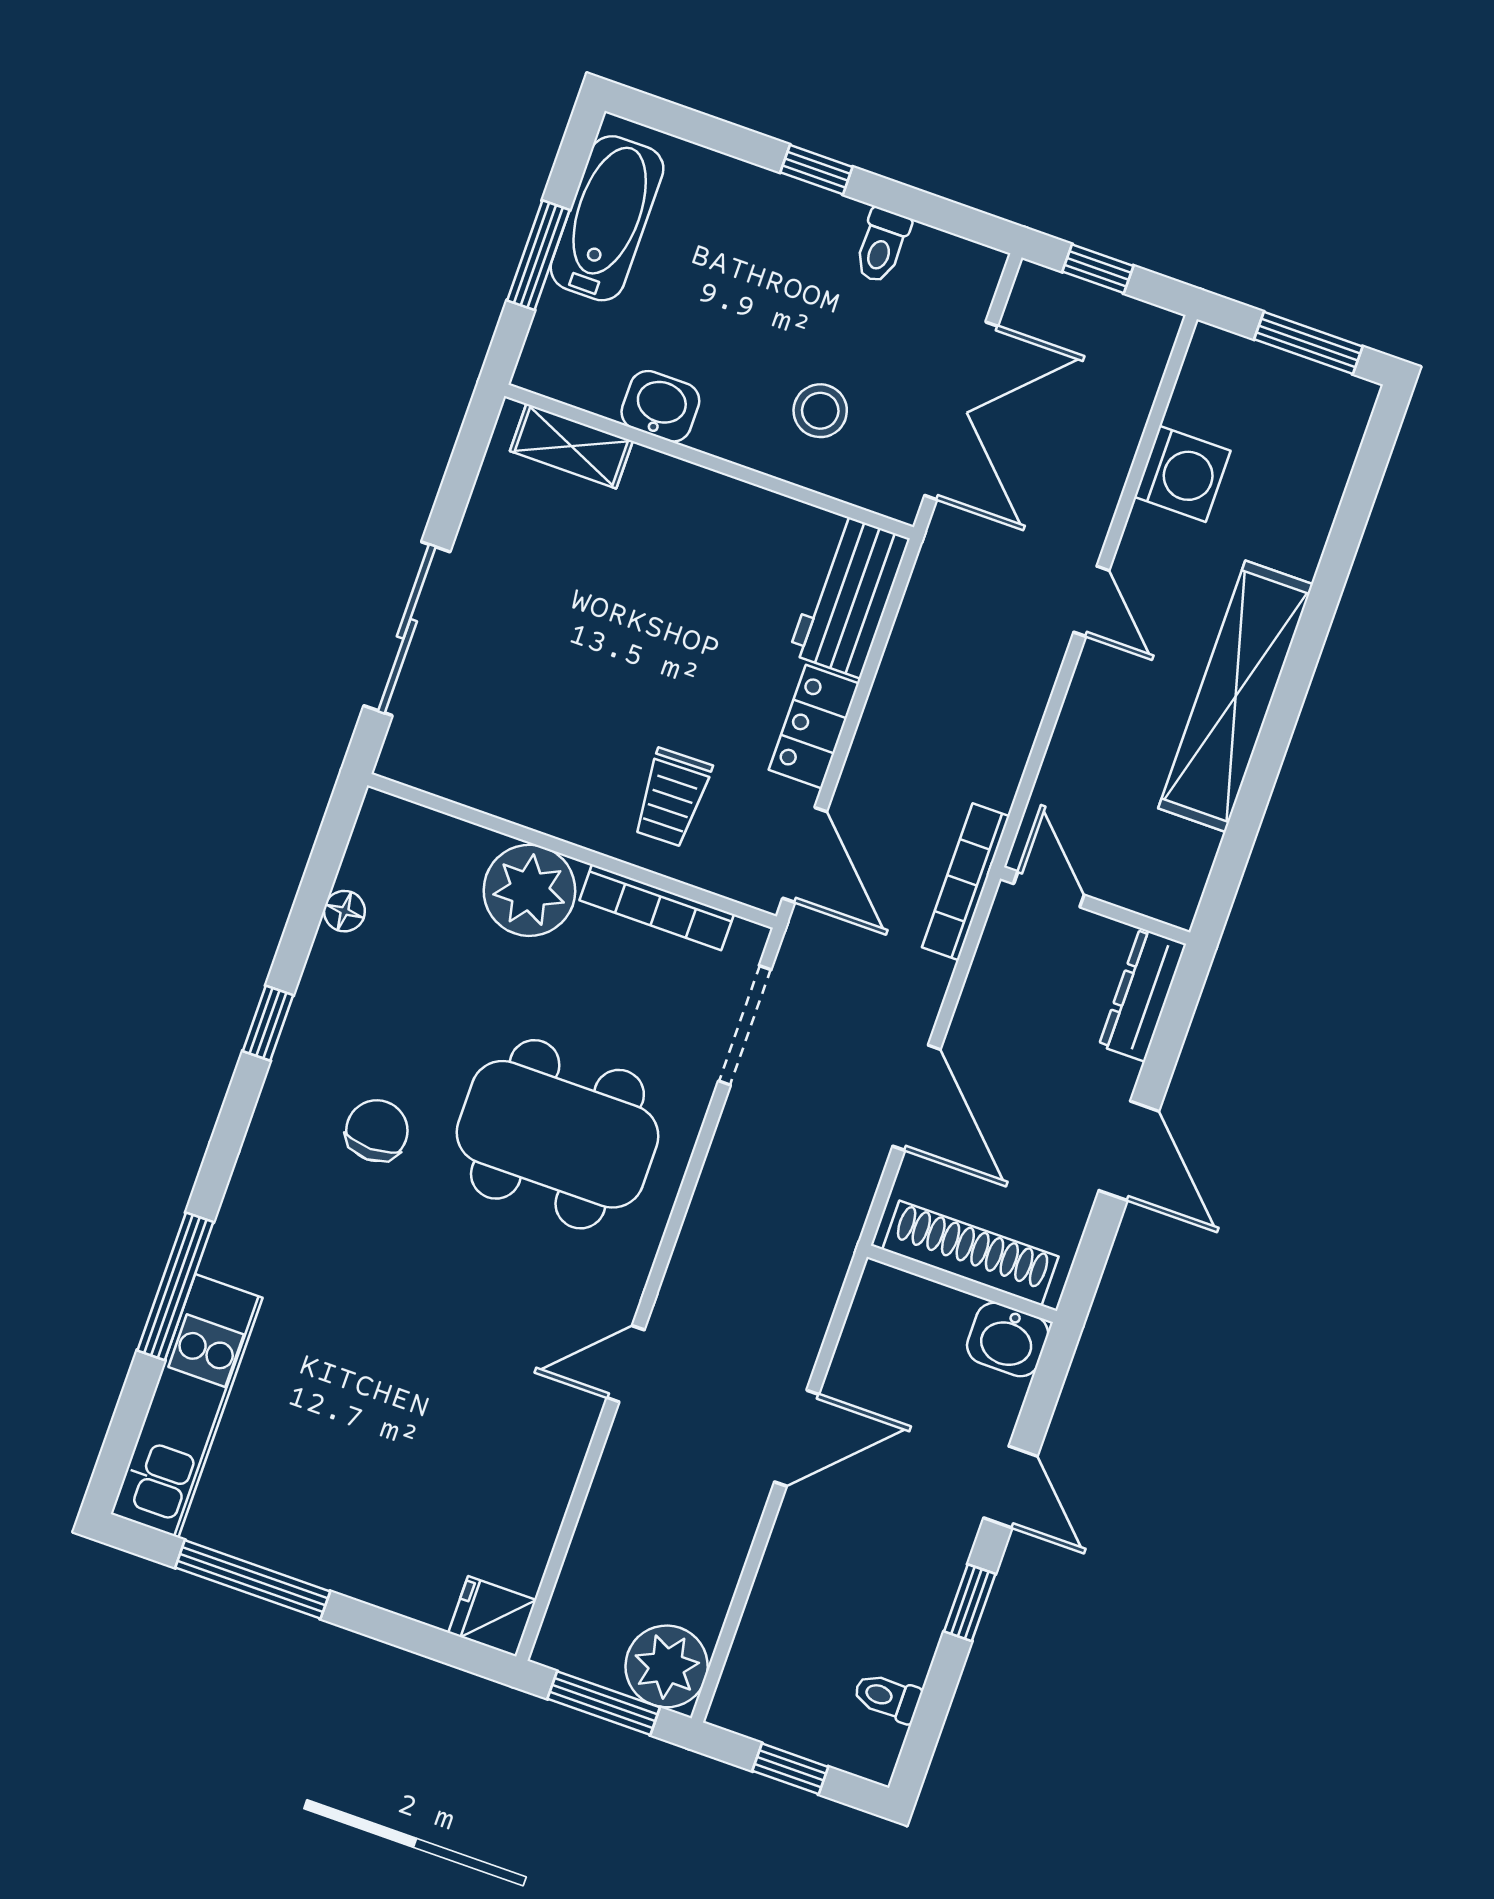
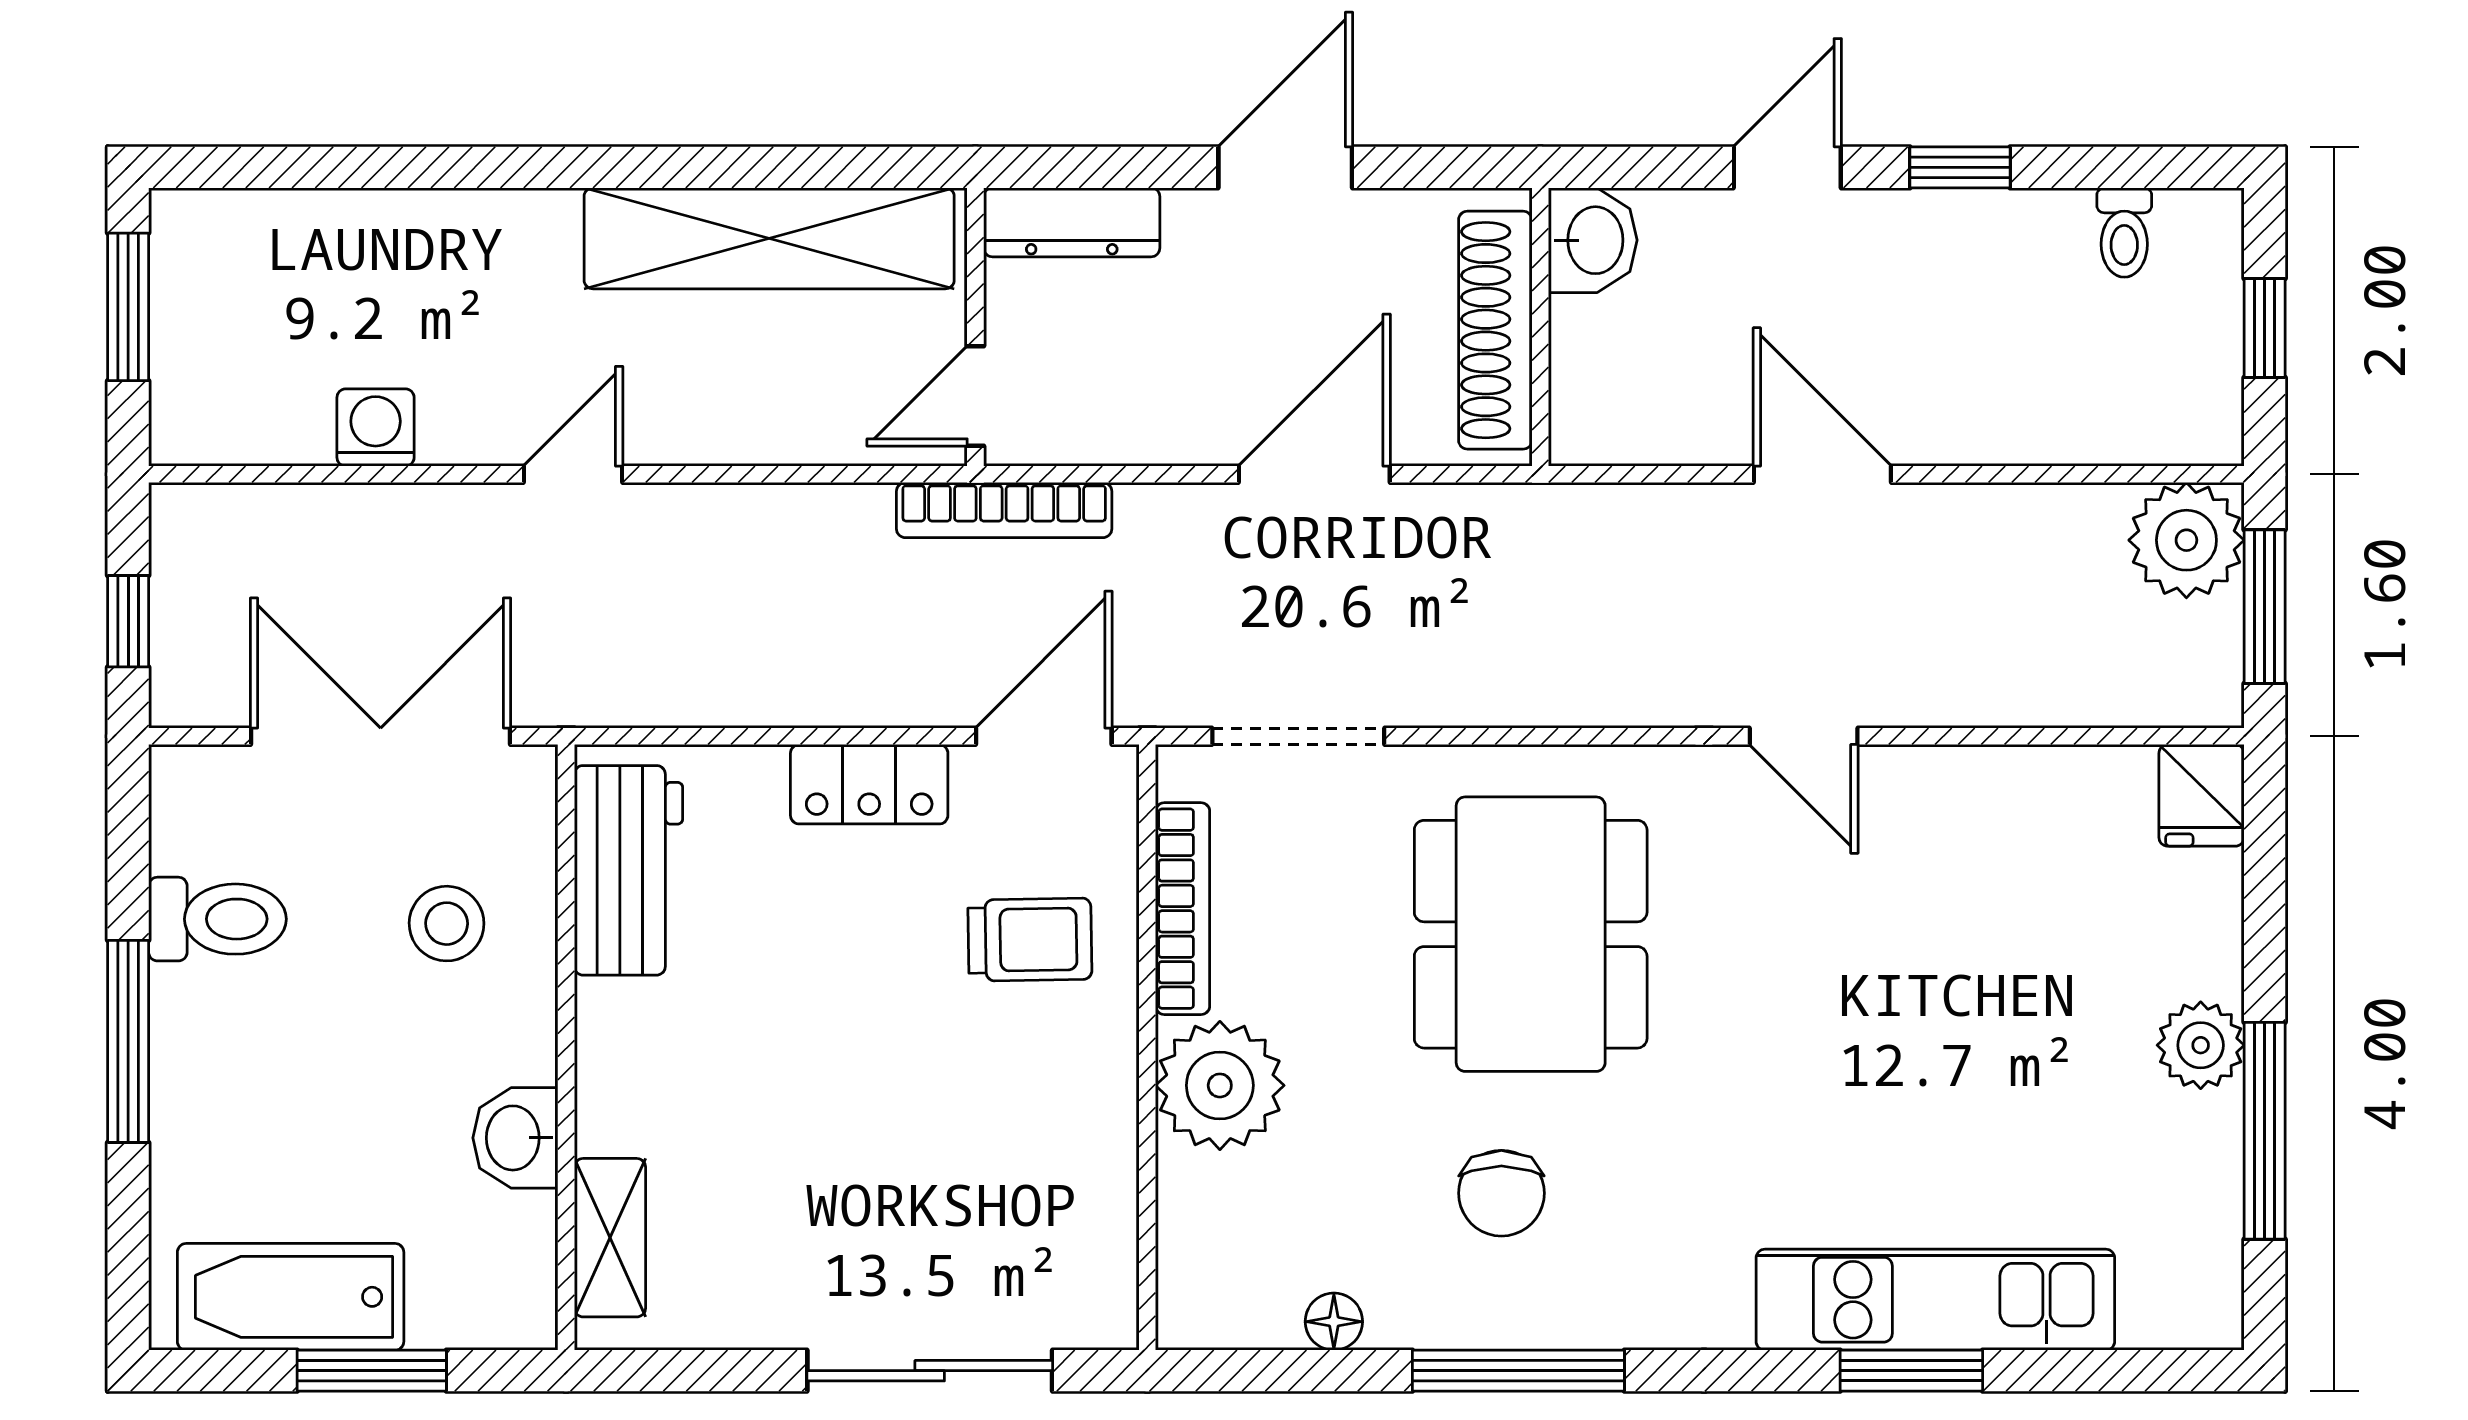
window: (816, 170) -> (128, 1041), width x2.17
toilet: (882, 245) -> (217, 919), width x1.37, depth x1.39
washing machine: (1182, 474) -> (376, 427), width x0.73, depth x0.73
workbench: (849, 596) -> (628, 870), moved, turned -90
shelving: (1236, 696) -> (769, 238), moved
window: (268, 1023) -> (1518, 1371), width x2.17
chair: (377, 1131) -> (1501, 1193), moved, turned -90
window: (175, 1286) -> (1911, 1371), width x0.69
kitchen unit: (187, 1406) -> (1935, 1300), moved
plant: (325, 1557) -> (2201, 1045), added

